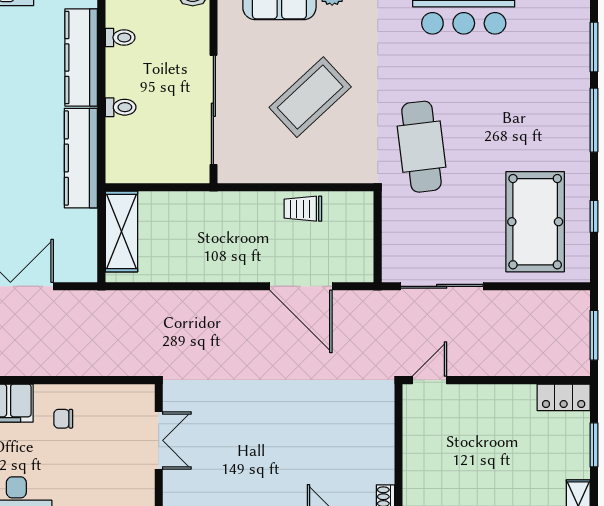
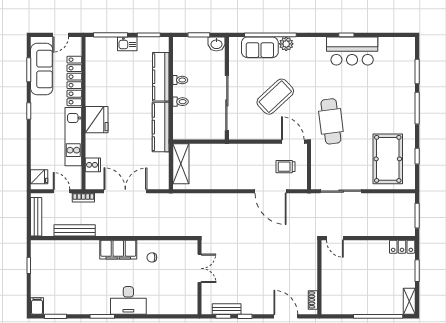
toilet: (120, 37) -> (180, 80), moved
door: (345, 187) -> (293, 142), added
trolley: (303, 209) -> (285, 167), moved
door: (429, 380) -> (335, 238), swing flipped

